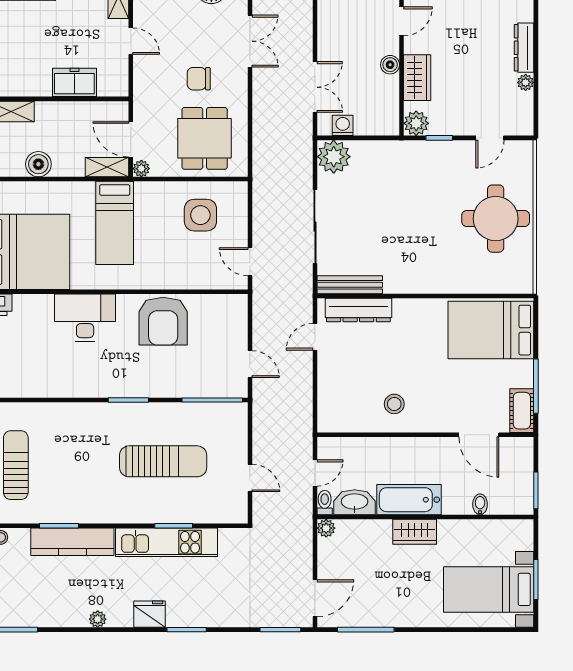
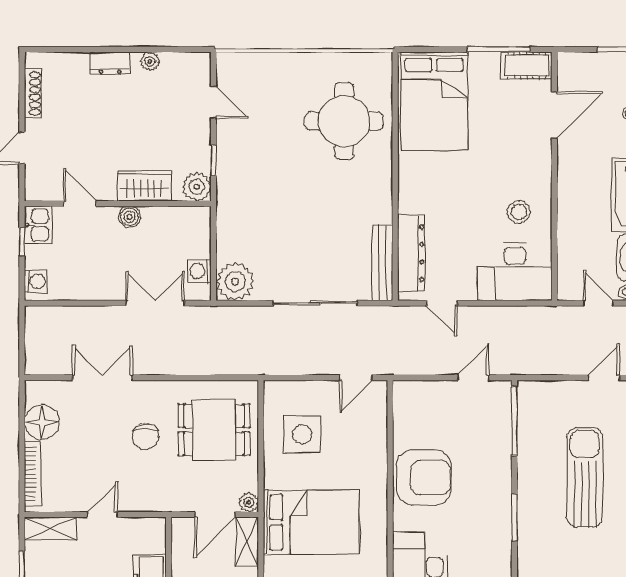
dresser: (524, 48) -> (110, 63), width x0.70
round table: (496, 219) -> (344, 121), moved
bed: (115, 223) -> (311, 522), width x1.50
desk: (342, 400) -> (515, 272), added

